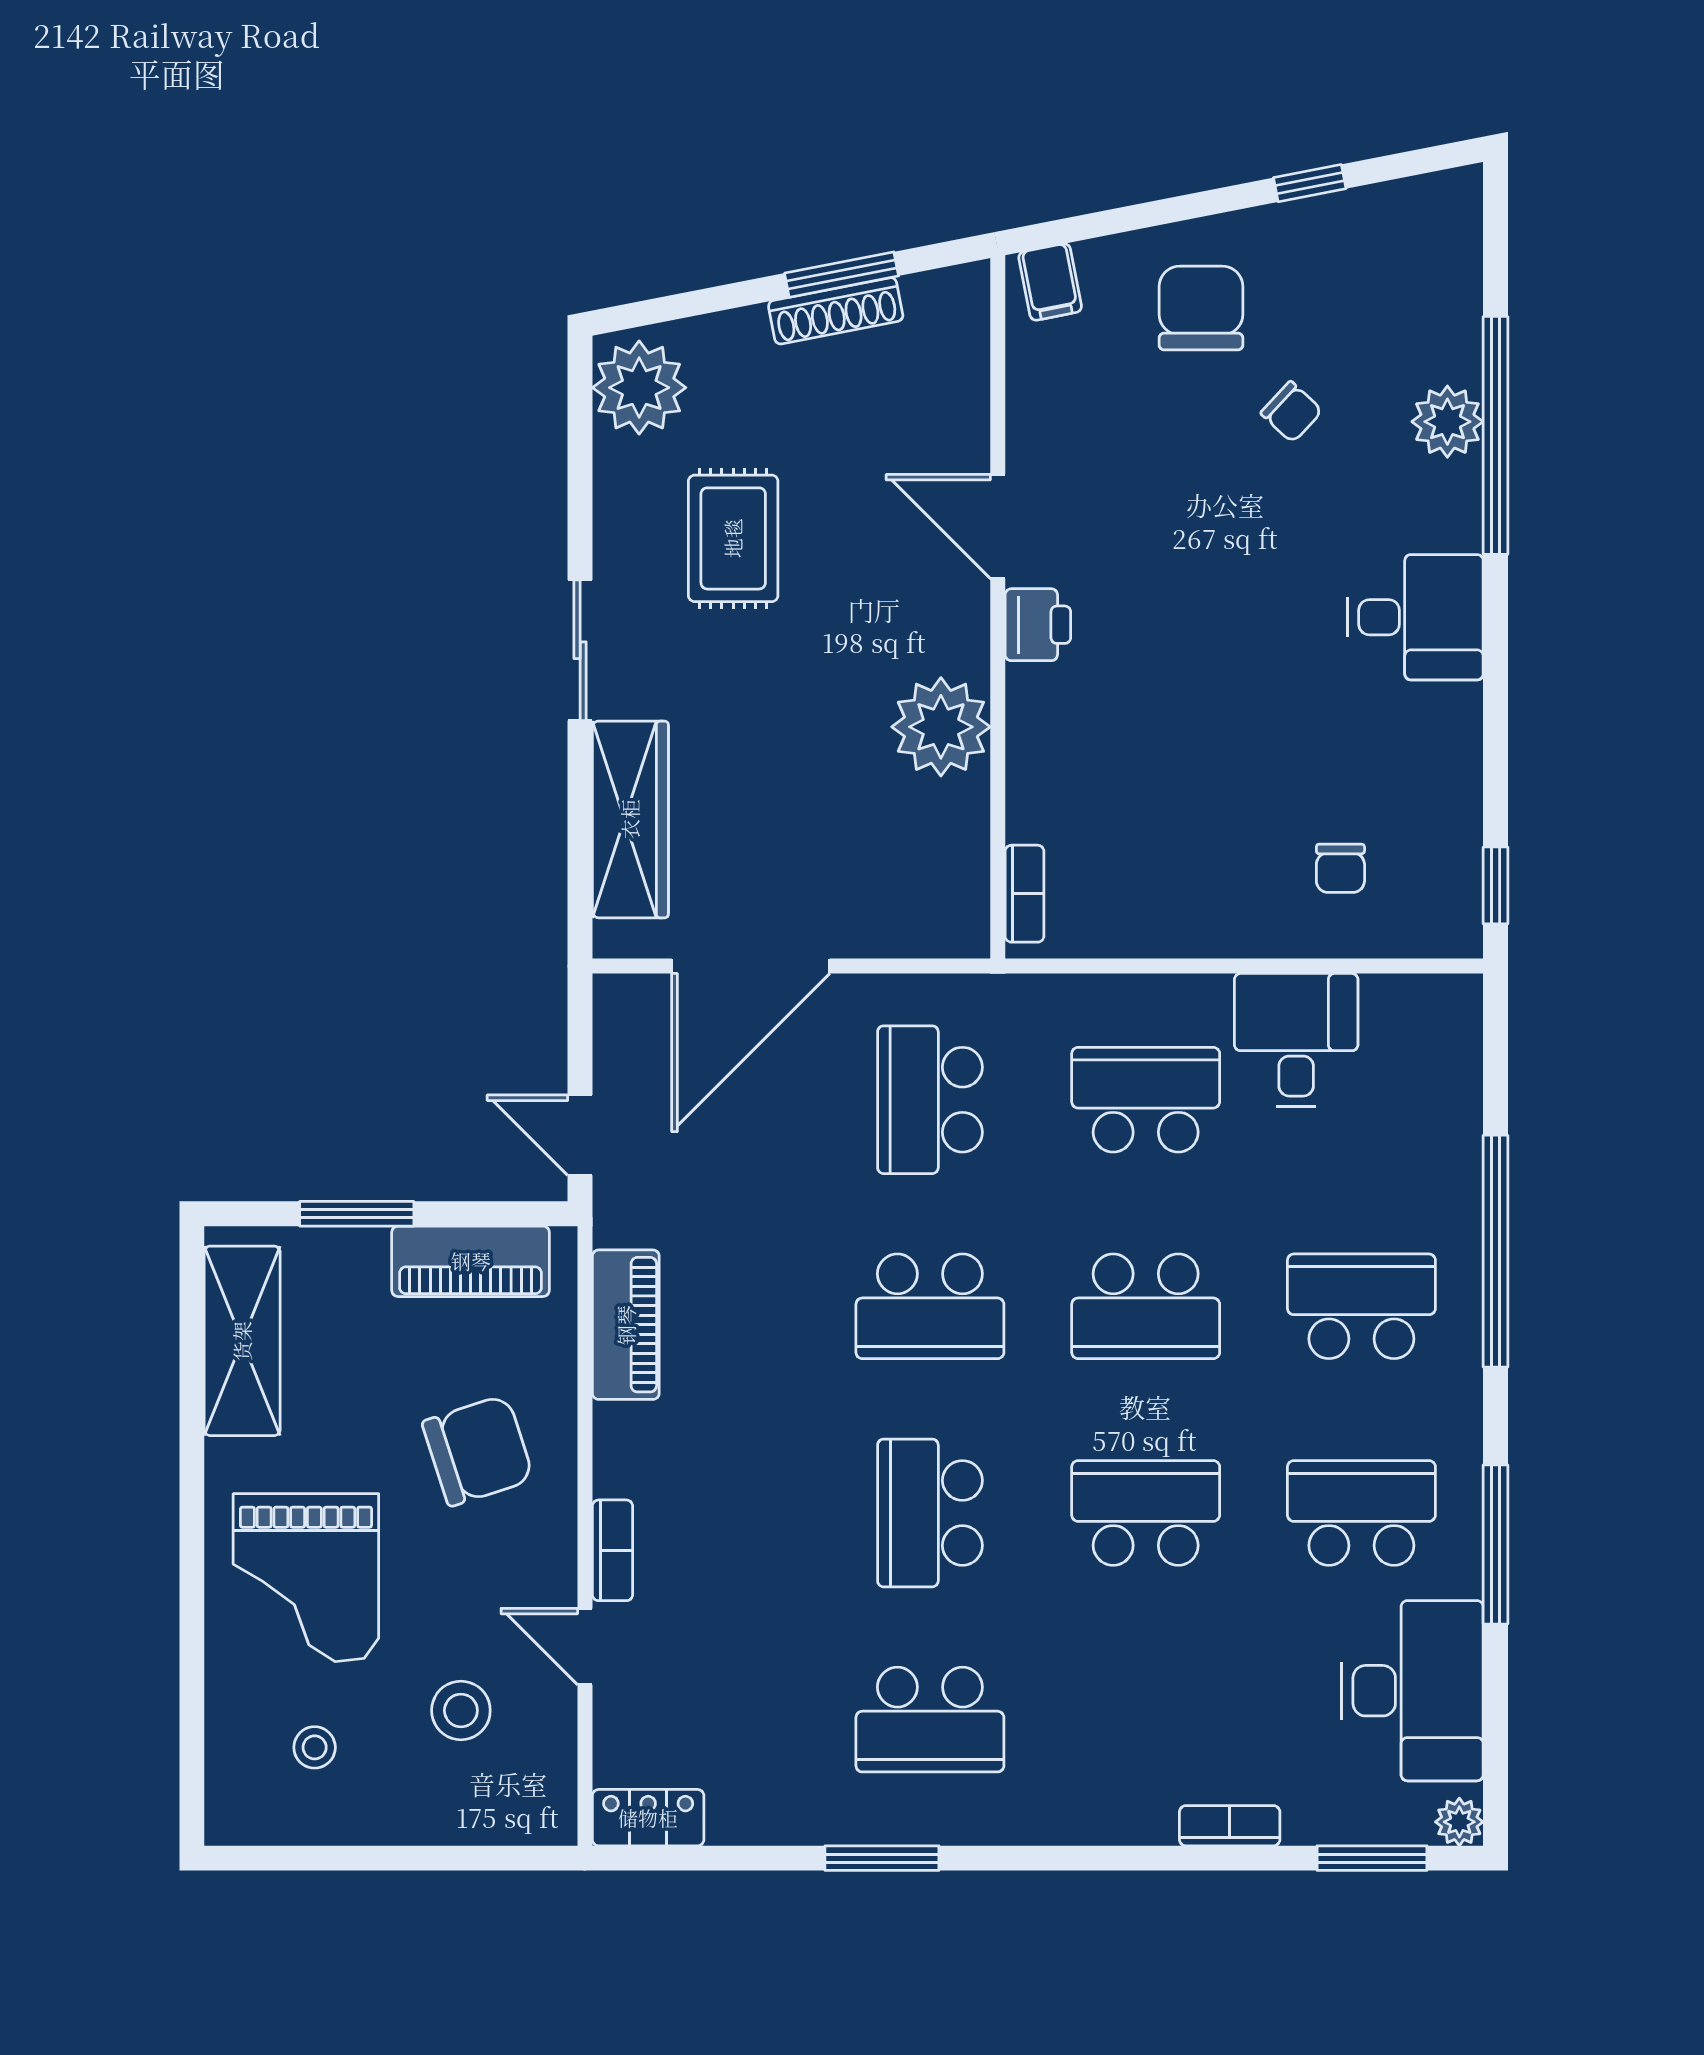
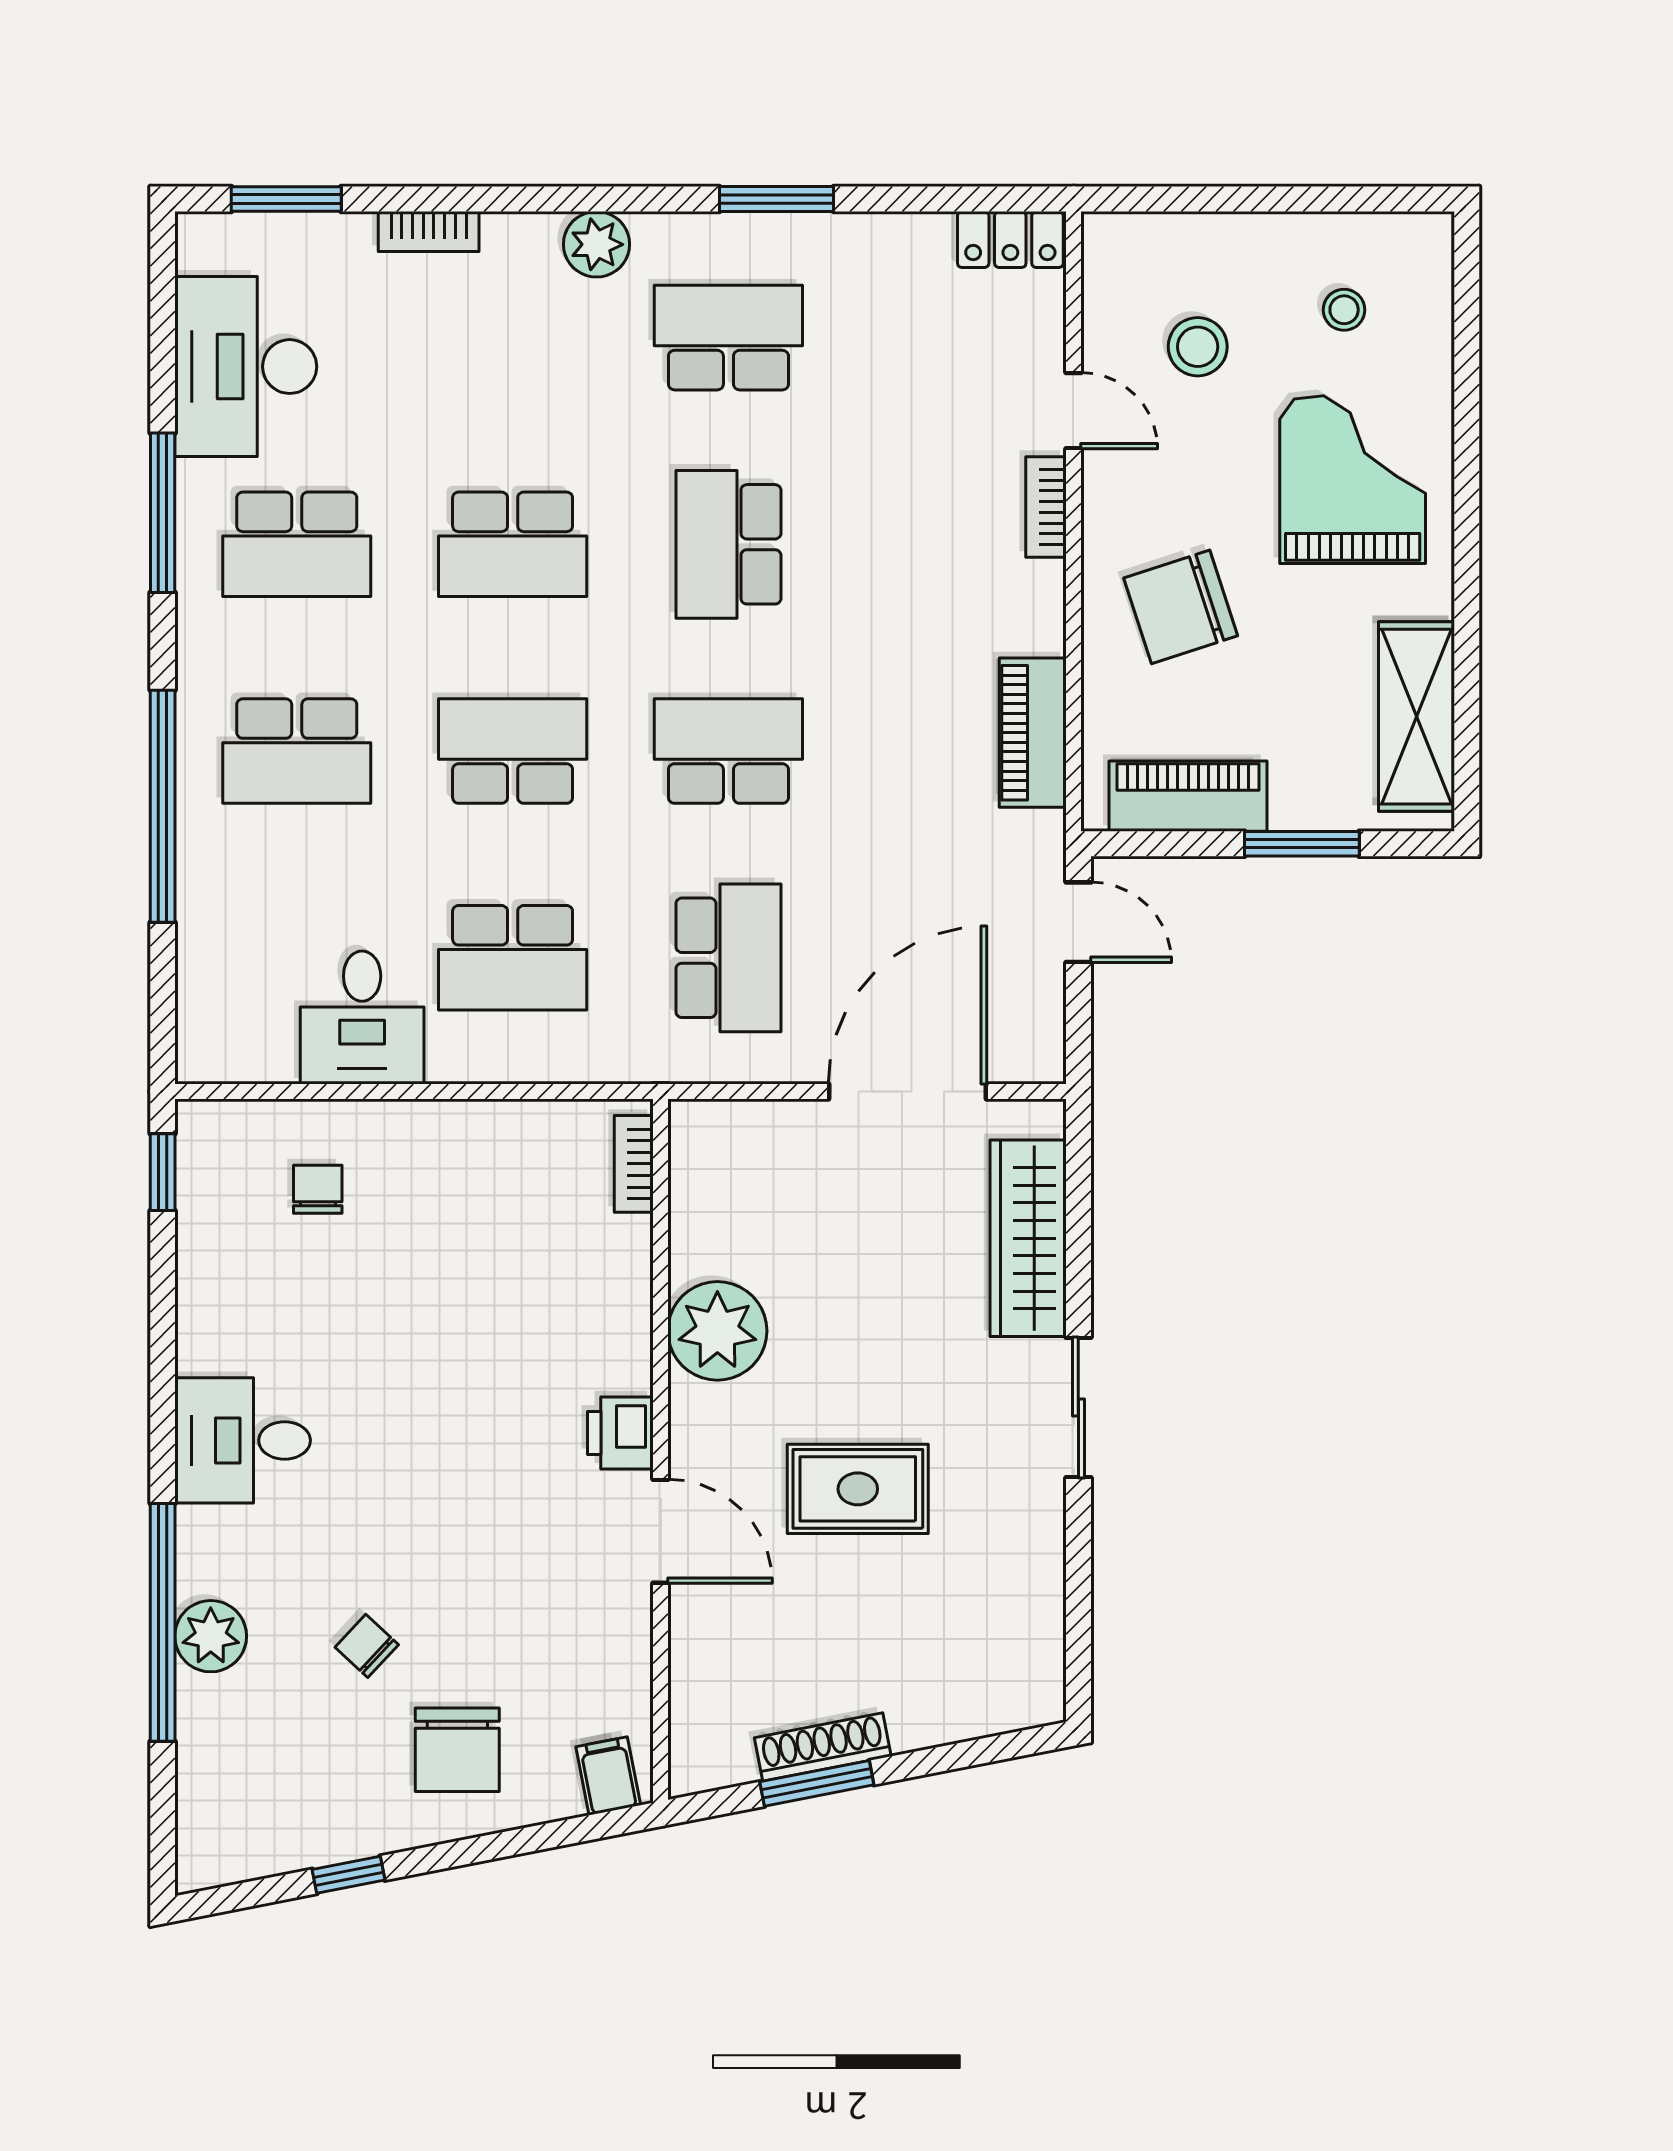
plant: (639, 388) -> (1019, 1670), removed
rug: (733, 538) -> (858, 1489), moved, turned 90
school desk: (930, 1513) -> (728, 544), turned 180
plant: (1459, 1822) -> (597, 244), moved, width x1.38, depth x1.38

